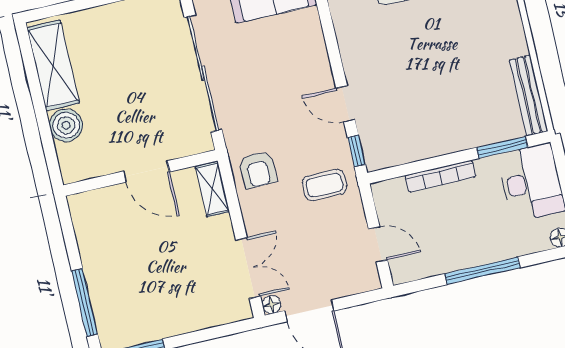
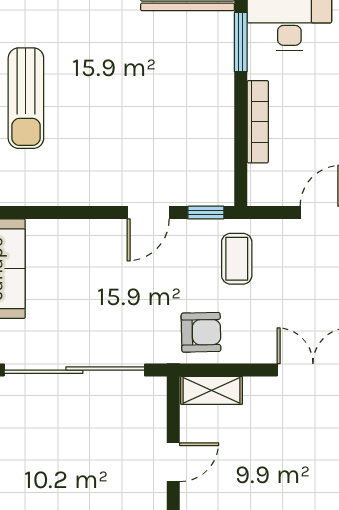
door: (146, 171) -> (173, 462), width x0.73

